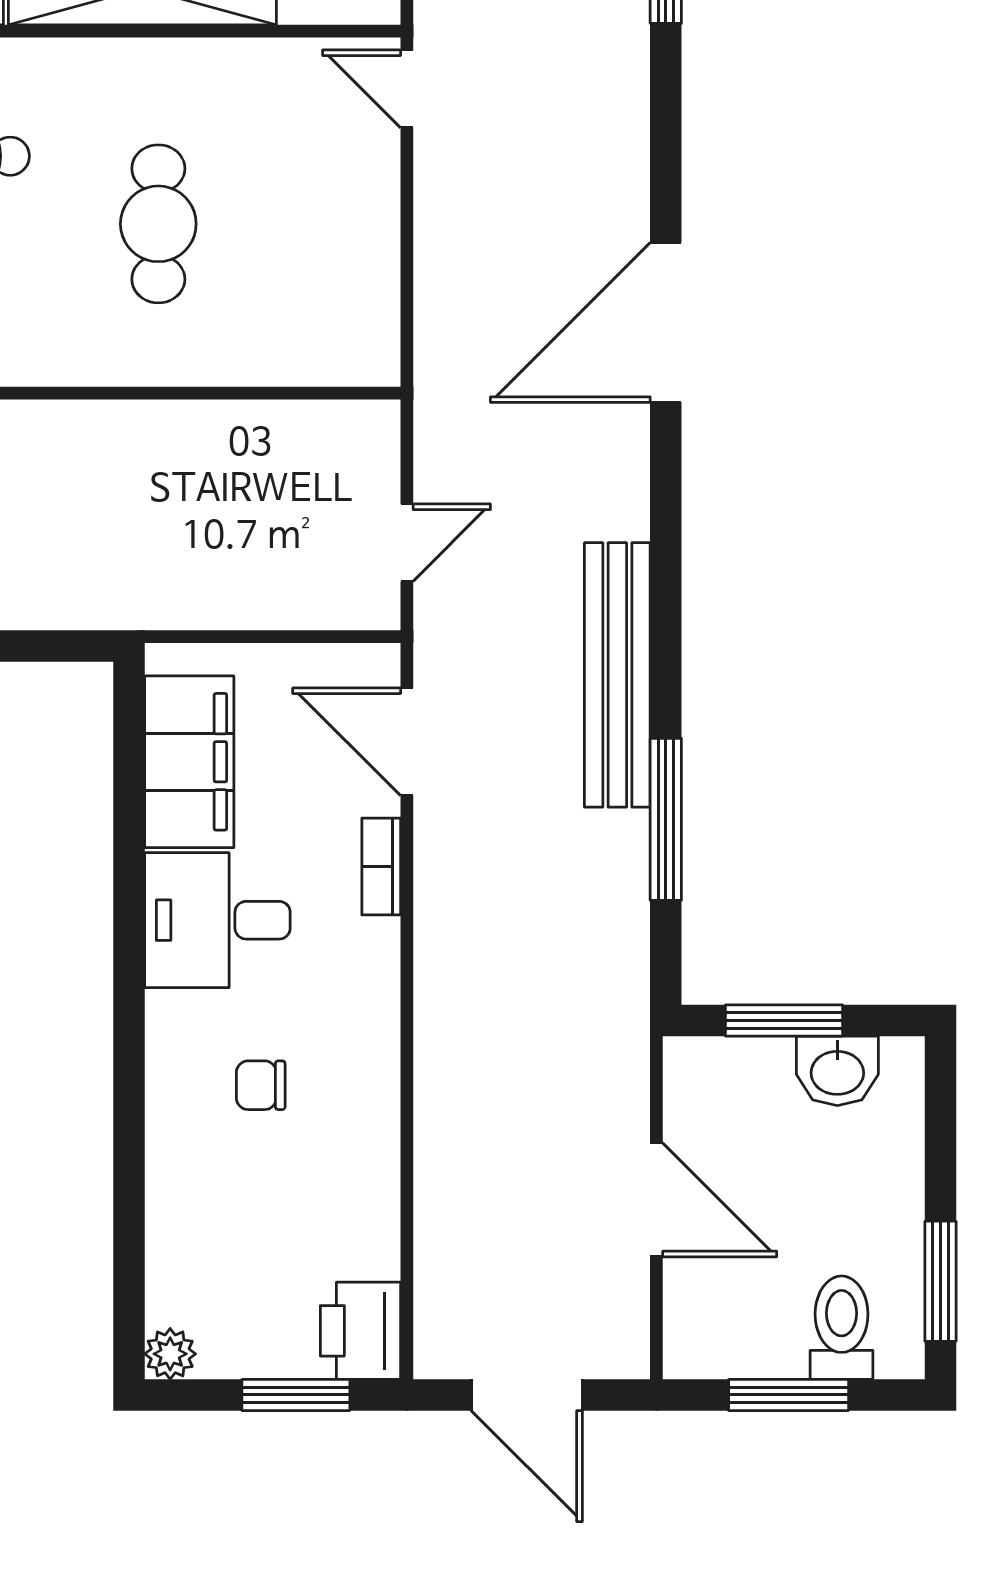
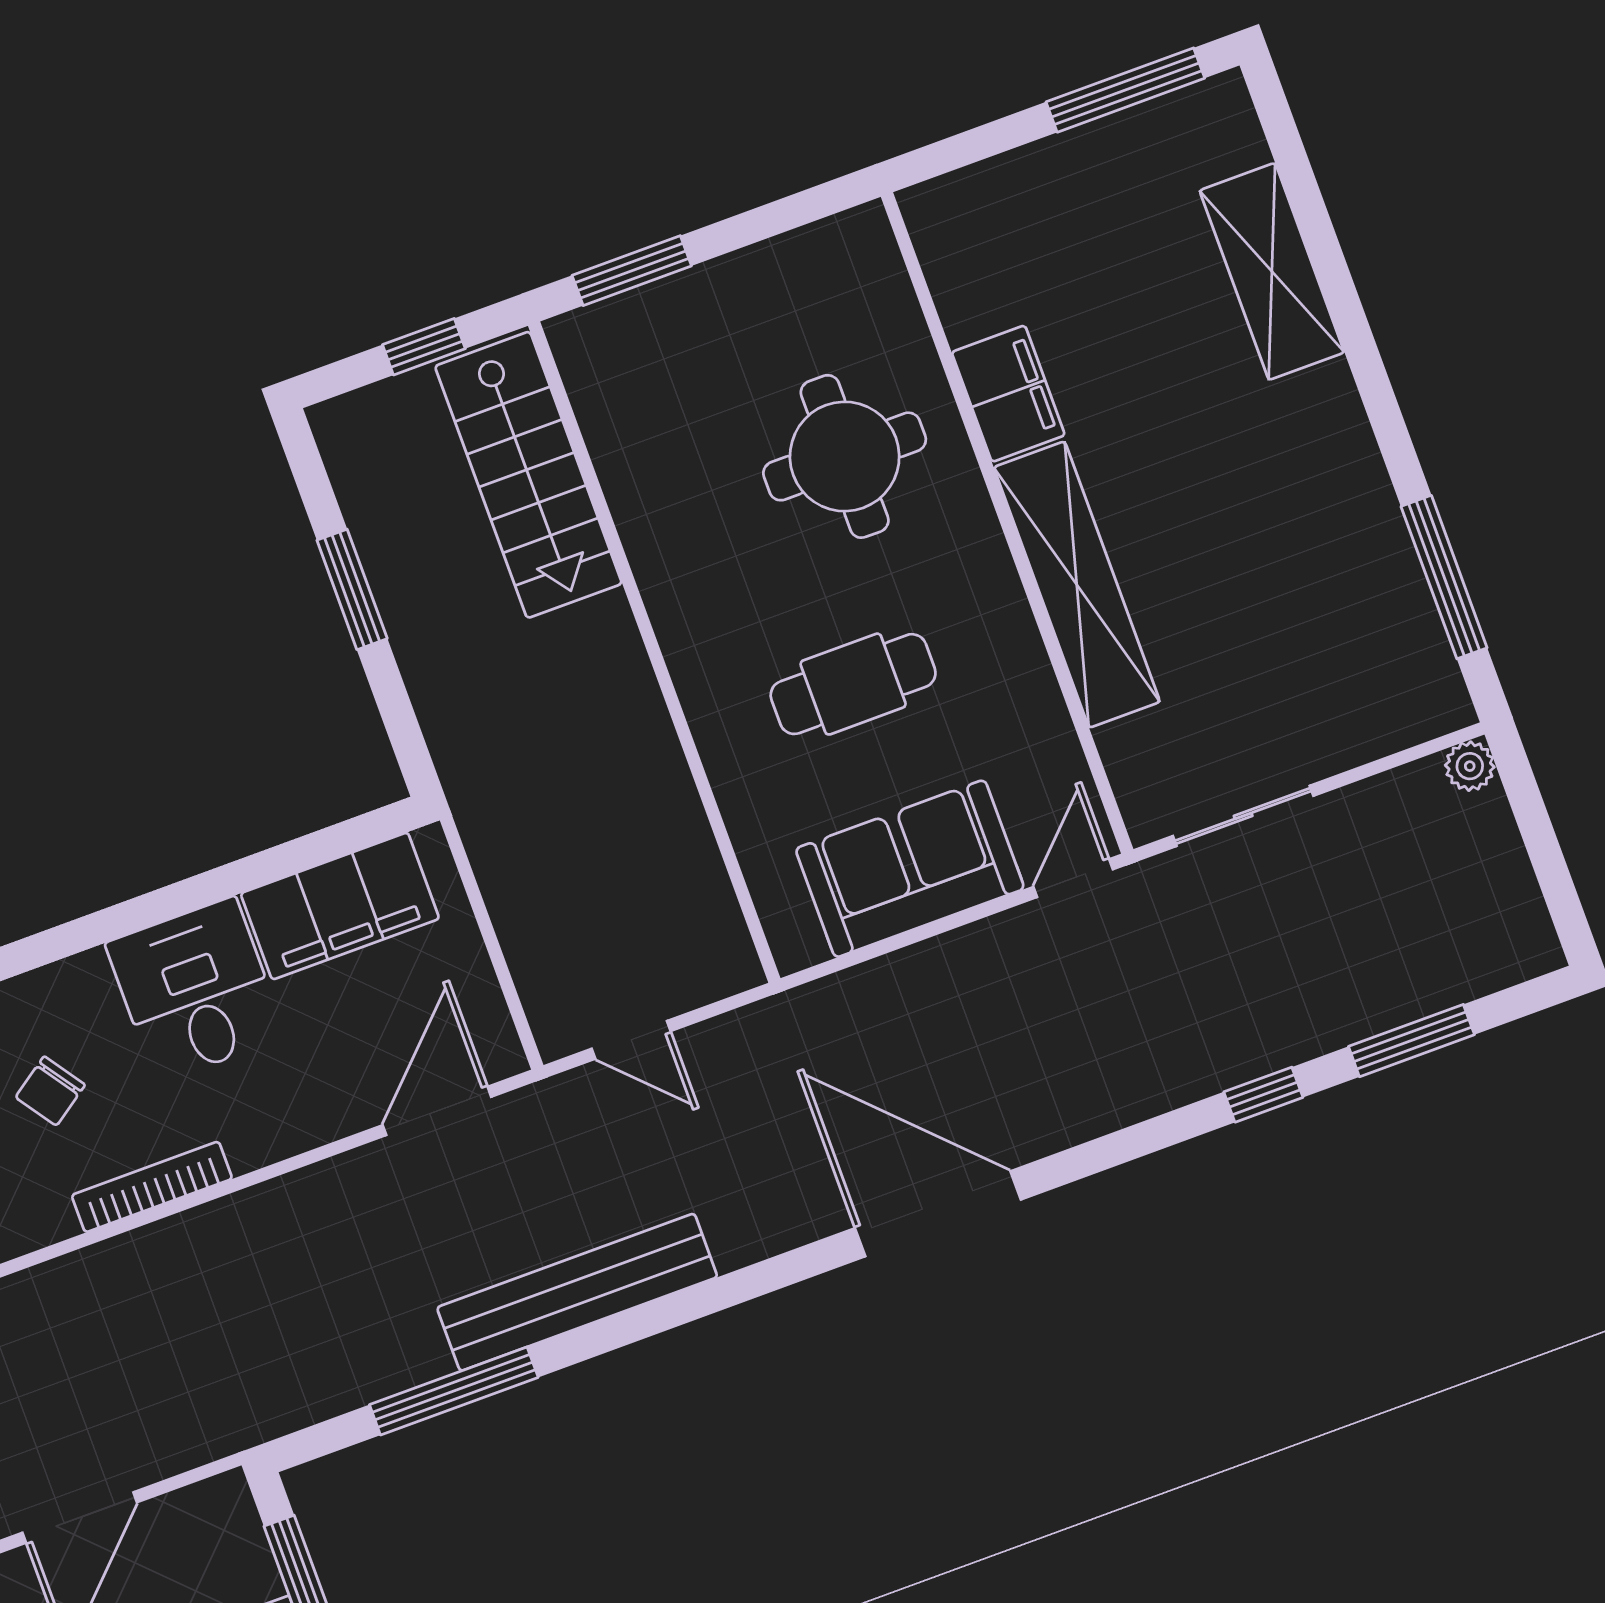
sofa: (344, 234) -> (910, 869), added
bookcase: (381, 866) -> (152, 1187), moved, width x1.56
chair: (261, 1085) -> (50, 1091), turned -125

